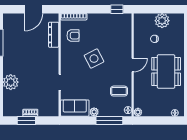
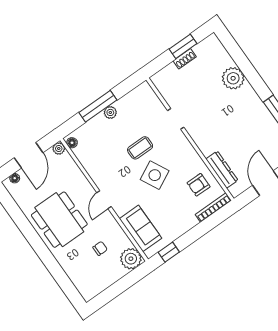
plant: (162, 21) -> (131, 259), moved
coffee table: (119, 91) -> (140, 148), moved
sofa: (75, 108) -> (140, 228), moved, turned -90
window: (109, 120) -> (98, 106), moved
door: (158, 120) -> (29, 155), added

